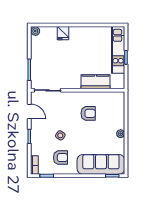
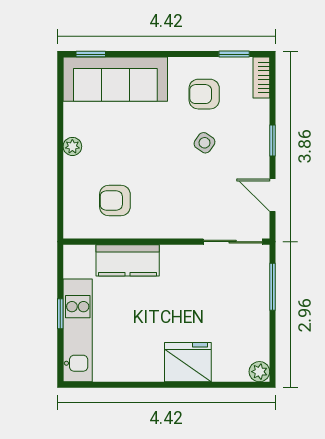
fridge: (63, 33) -> (188, 362), width x1.88, depth x1.34
armchair: (88, 113) -> (115, 201), moved

